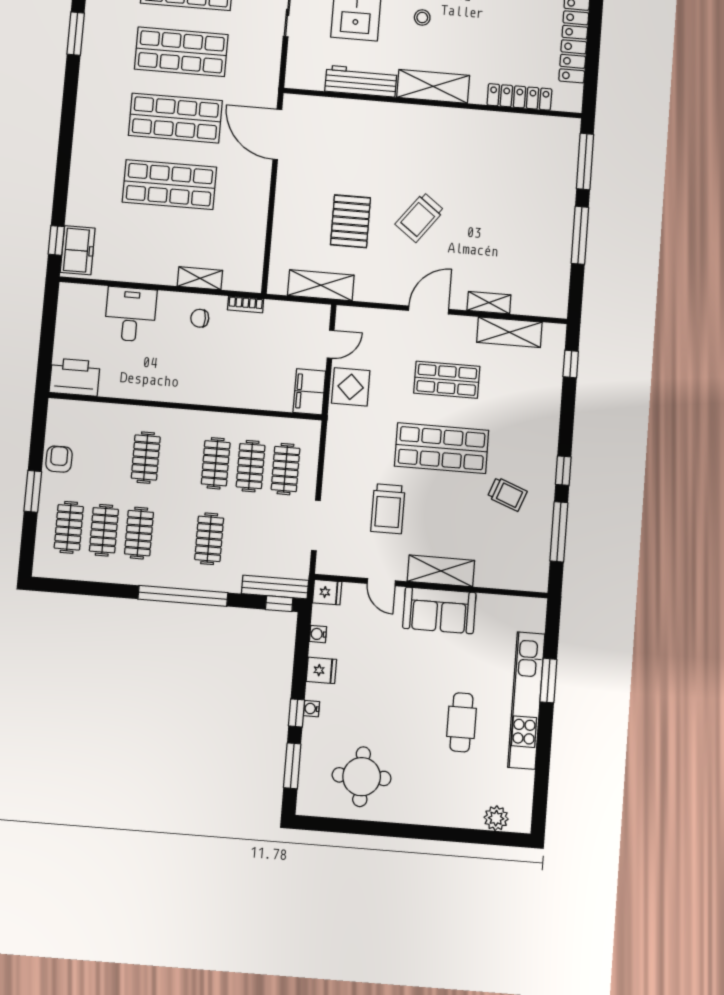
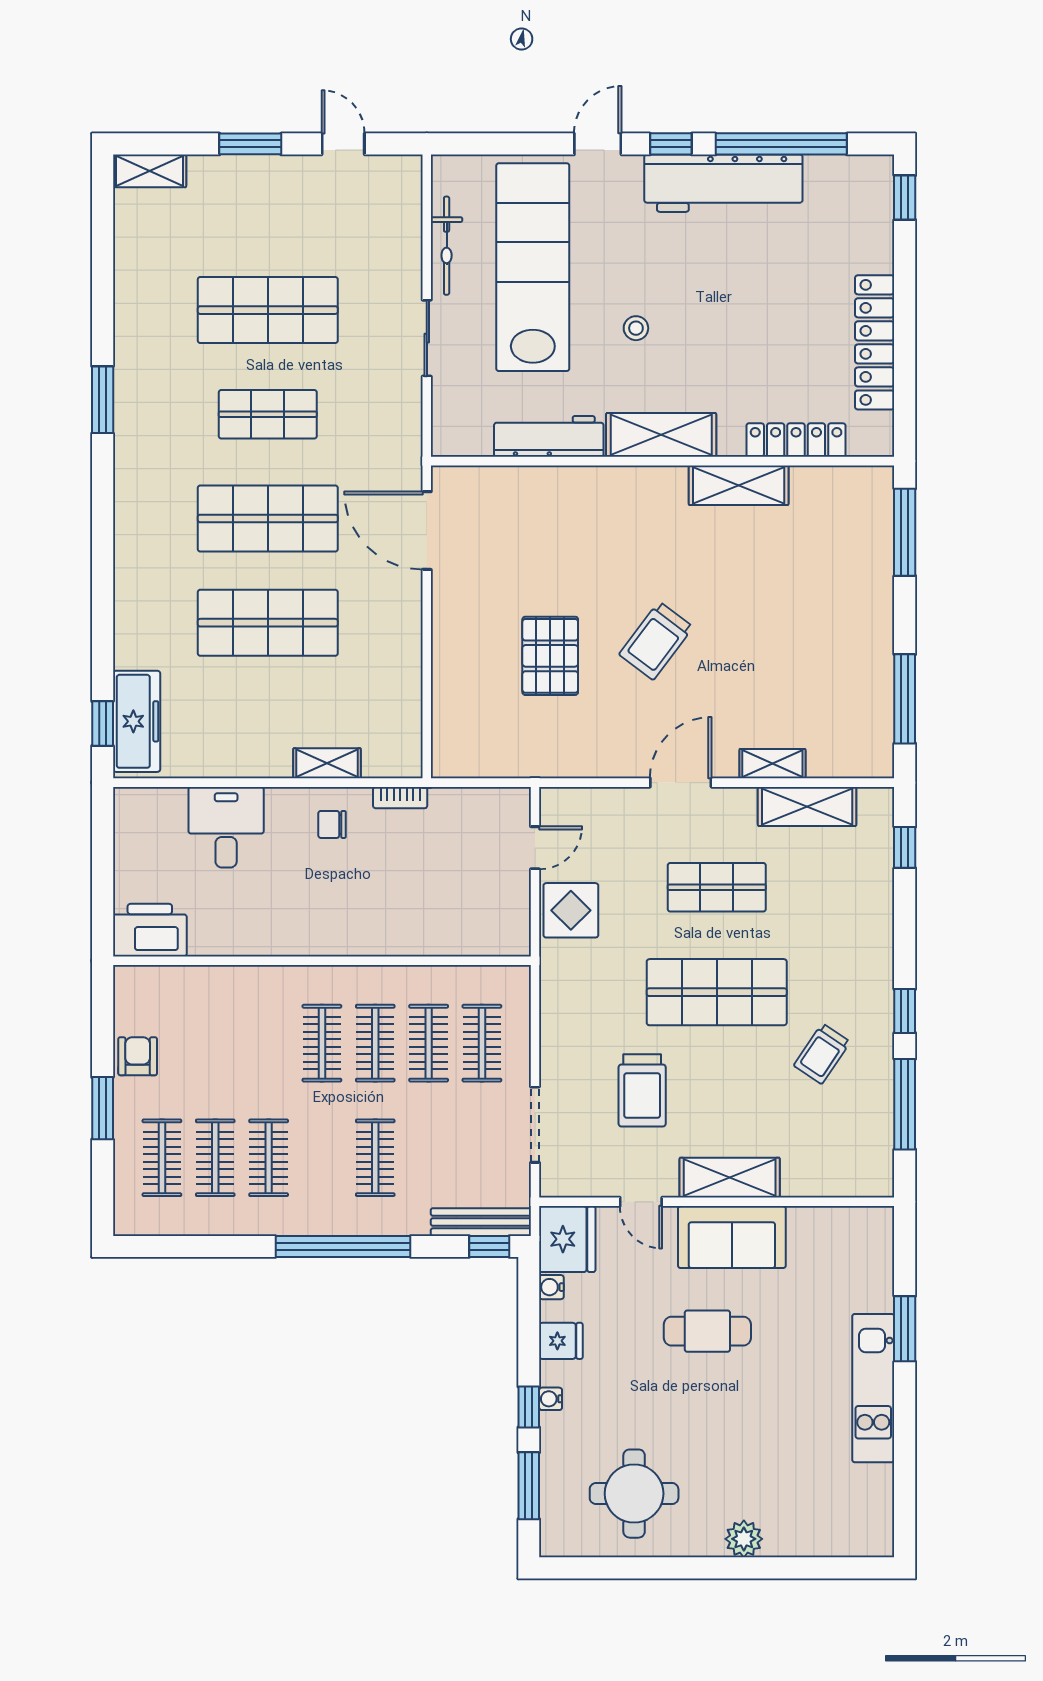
shop shelf: (181, 52) -> (268, 414), width x0.70, depth x0.74
window: (580, 235) -> (905, 699), moved
freezer: (78, 250) -> (137, 721), width x1.40
shelving: (321, 285) -> (739, 485), moved
filing cabinet: (309, 392) -> (508, 923), removed
clothes rail: (146, 458) -> (322, 1043), moved
trolley: (507, 494) -> (822, 1054), turned 103
fridge: (327, 592) -> (567, 1239), width x1.88, depth x1.34
kitchen unit: (526, 700) -> (873, 1388), width x0.73
cafe table: (461, 722) -> (707, 1331), moved, turned 90
plant: (496, 818) -> (744, 1539), moved

